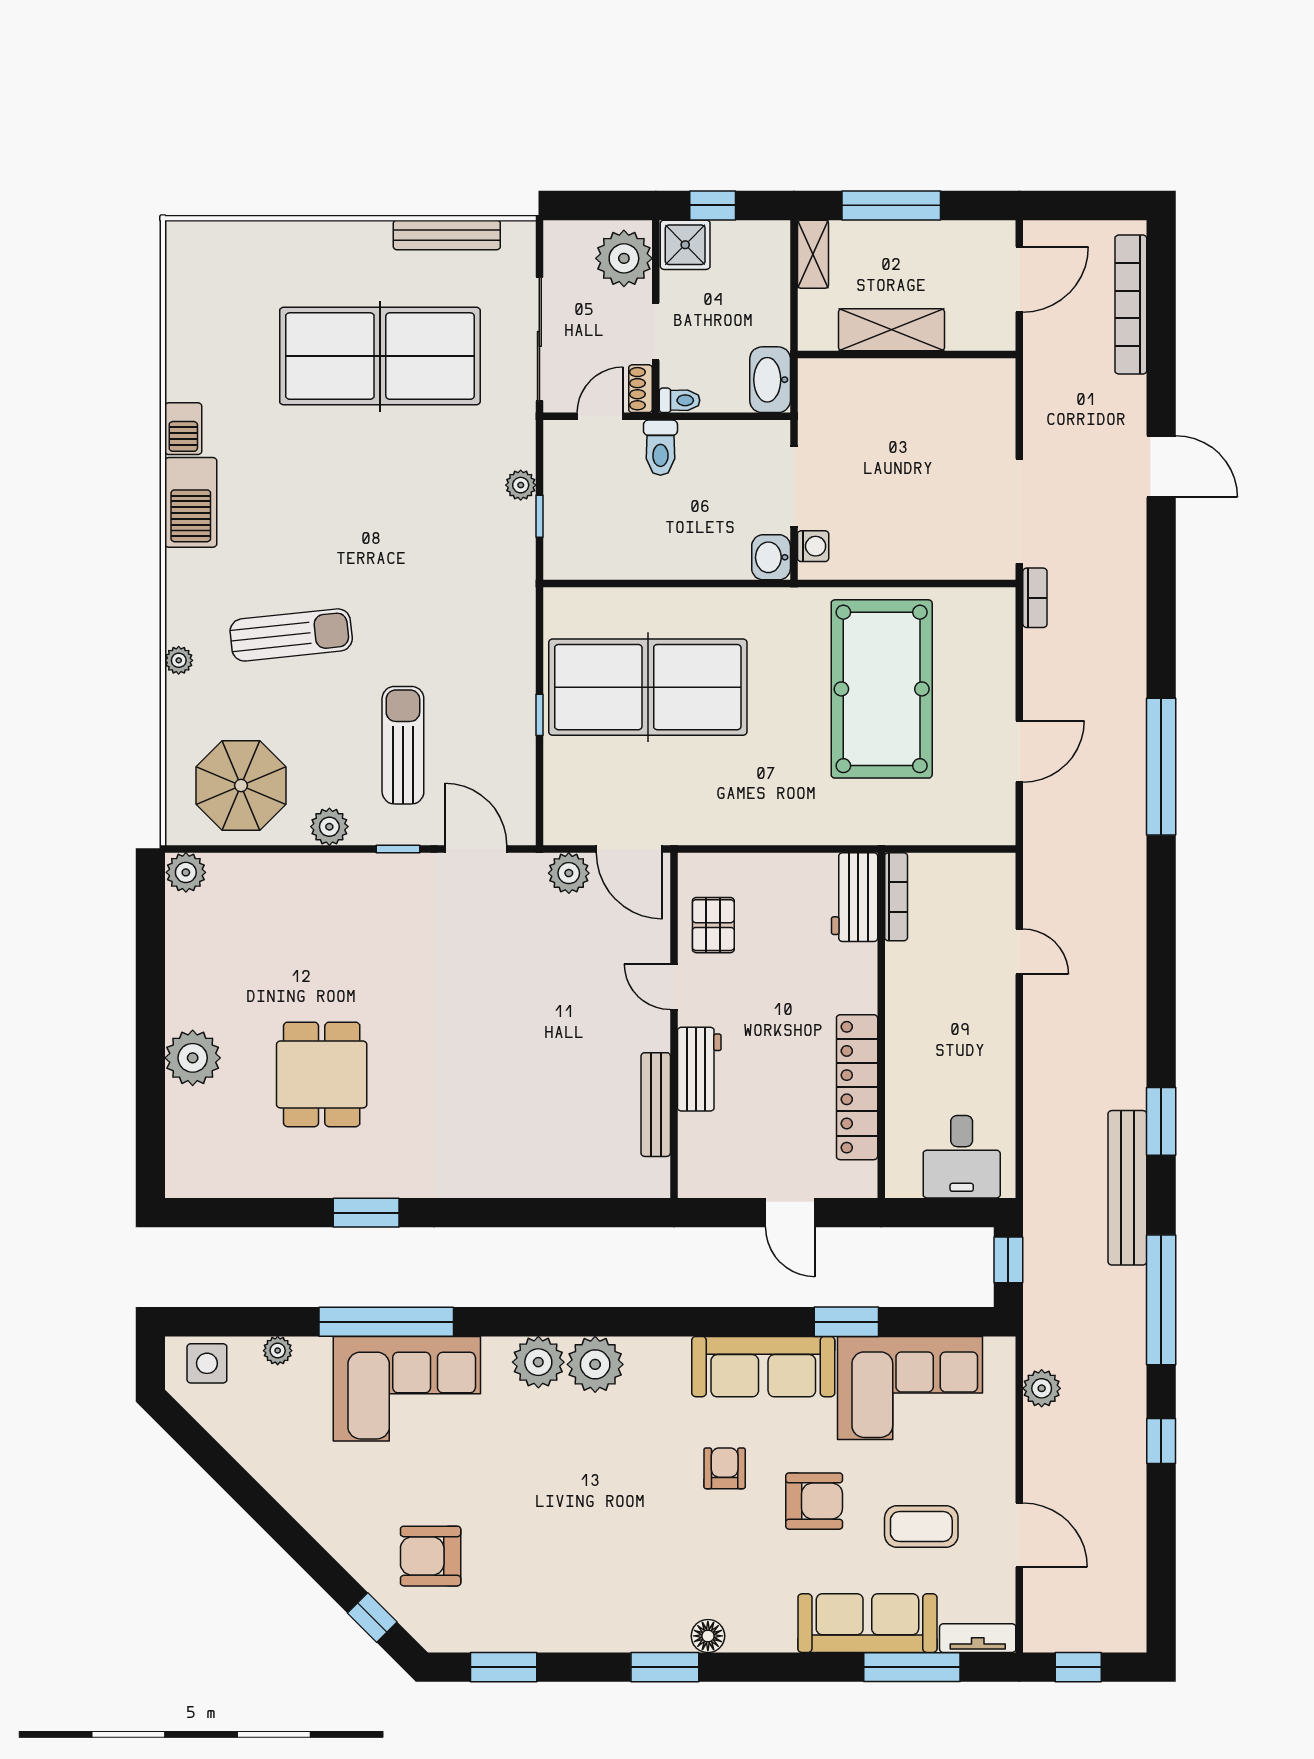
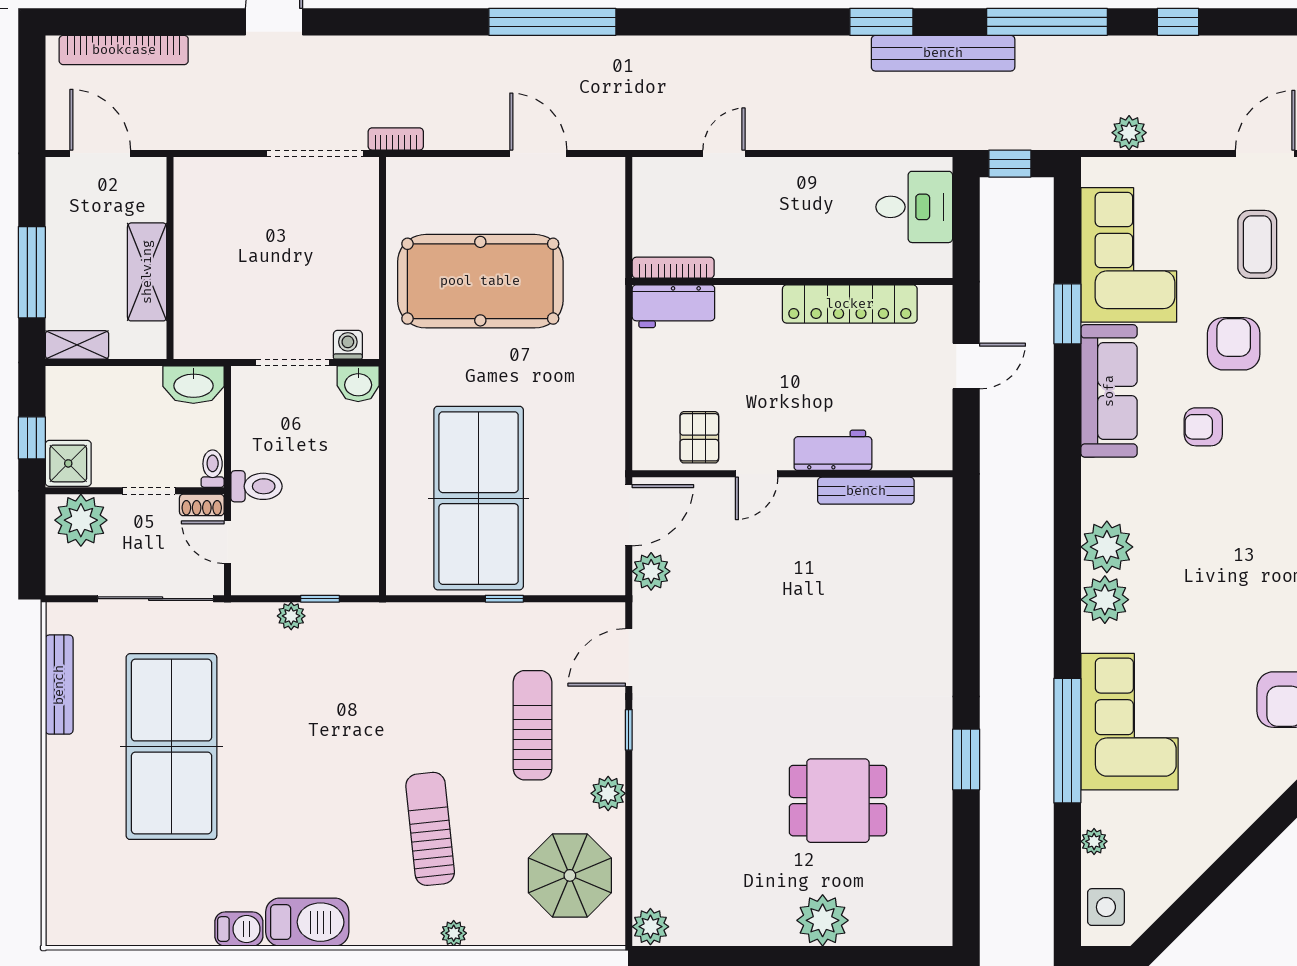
sun lounger: (403, 745) -> (532, 725), turned 90
pallet: (713, 925) -> (699, 437), turned 90

